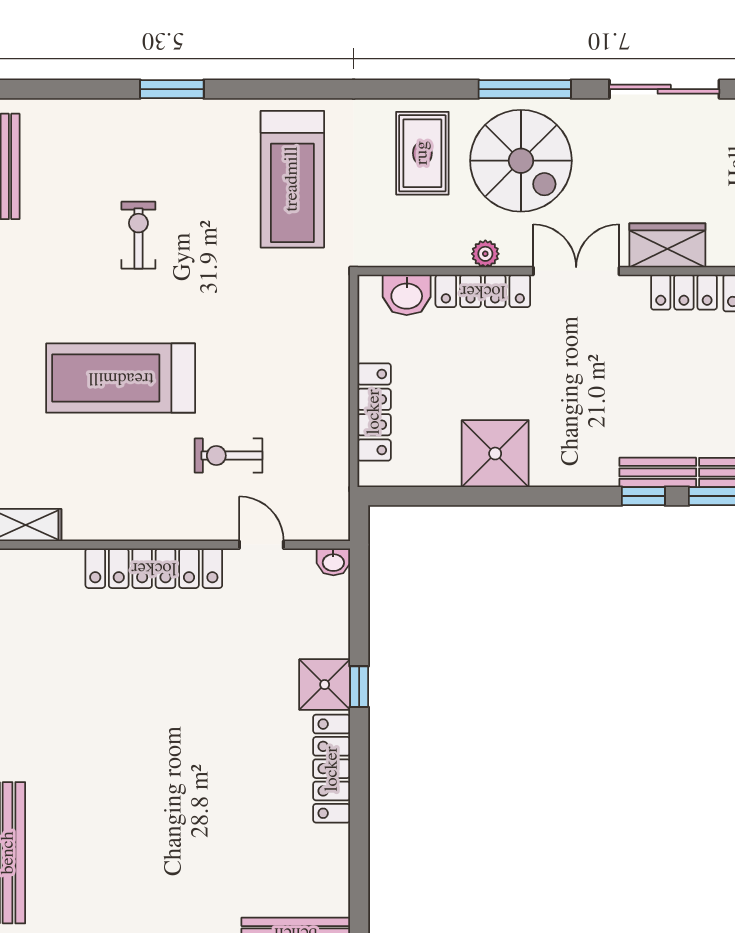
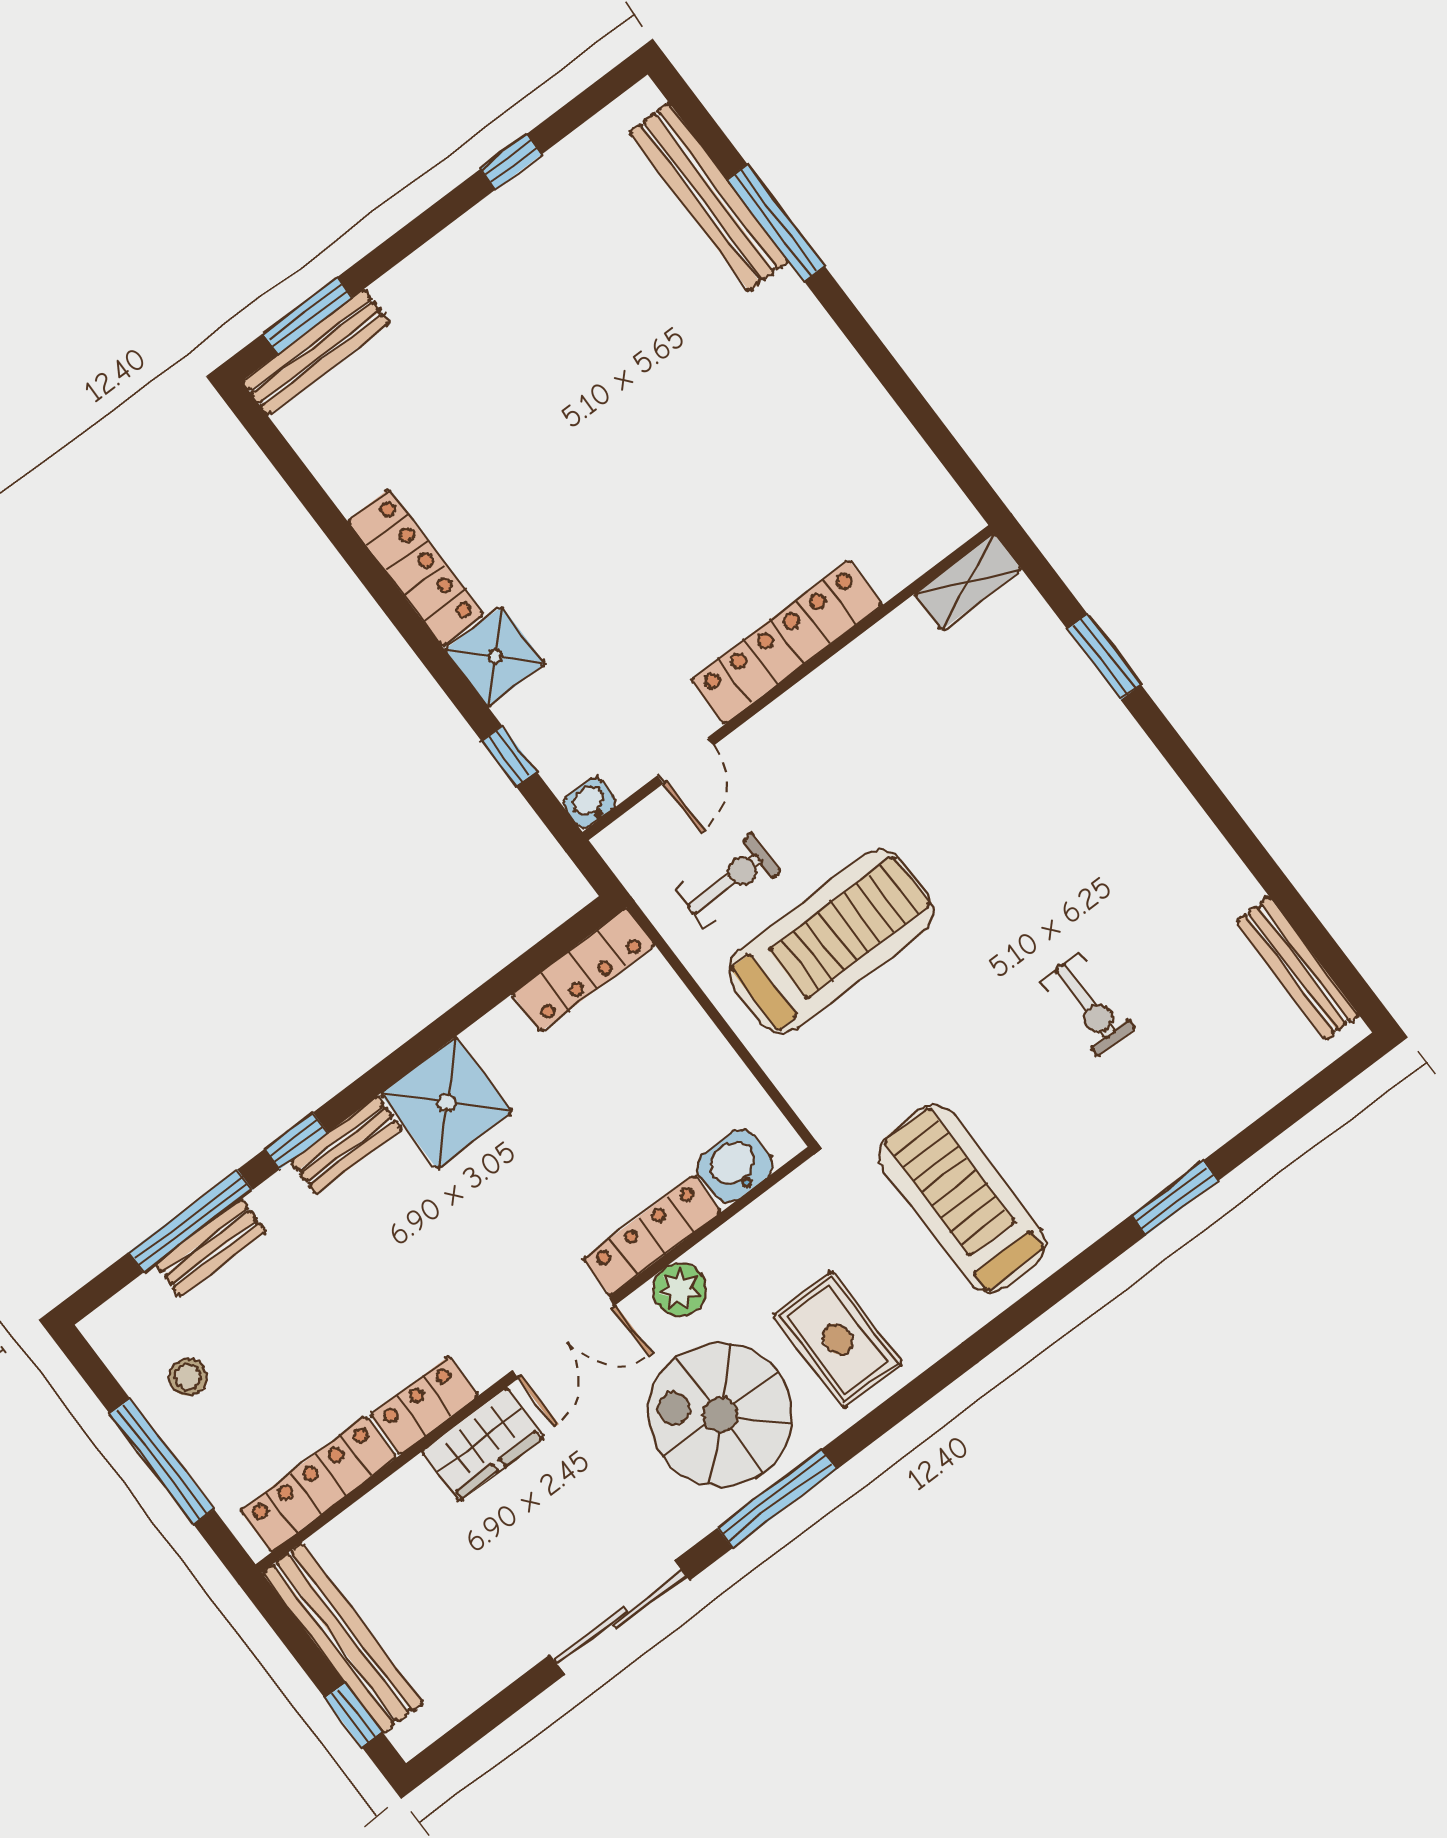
plant: (485, 254) -> (680, 1290), width x1.38, depth x1.38
treadmill: (121, 378) -> (831, 941), moved
locker: (374, 412) -> (584, 969), moved, turned -90
shower: (495, 454) -> (447, 1103), moved
exercise bike: (229, 456) -> (728, 881), moved
bench: (658, 472) -> (346, 1145), moved
door: (261, 545) -> (686, 760), hinge flipped
window: (359, 687) -> (509, 756), moved

